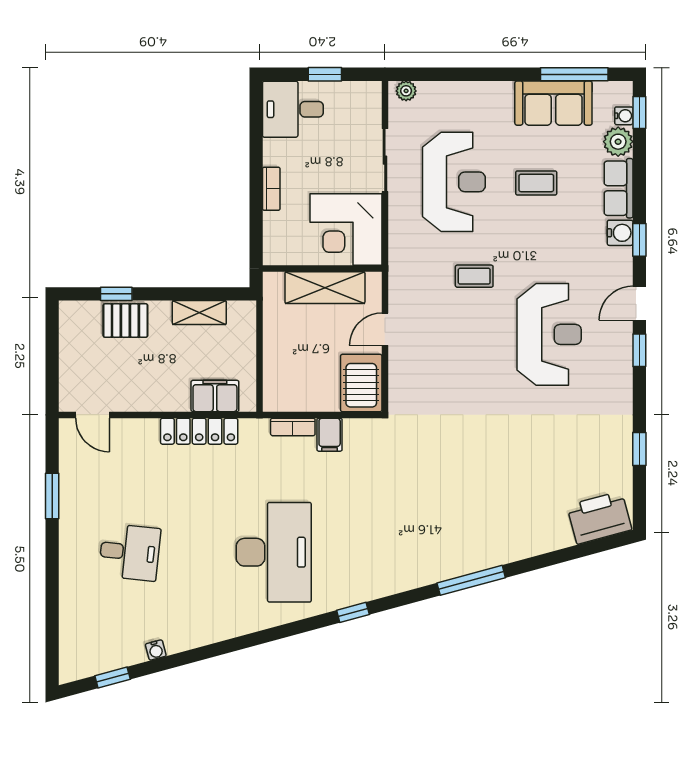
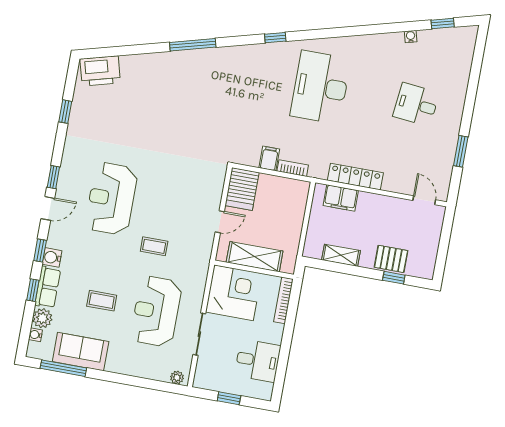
desk: (293, 109) -> (258, 361), moved
window: (639, 113) -> (33, 290), moved
bookcase: (271, 189) -> (283, 300), moved, width x1.56

